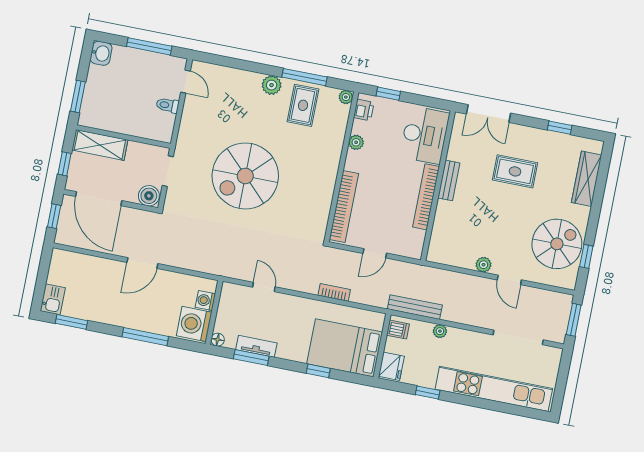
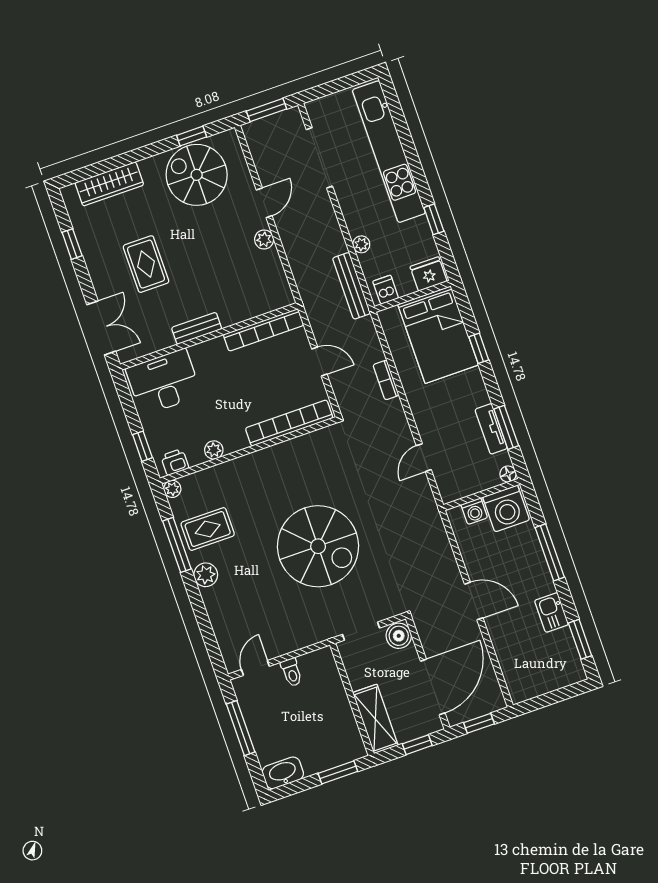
washbasin: (101, 53) -> (283, 773), width x1.38
bookcase: (426, 197) -> (263, 330), moved
kitchen sink: (53, 299) -> (552, 612), moved, turned -90

